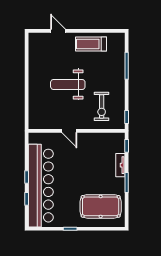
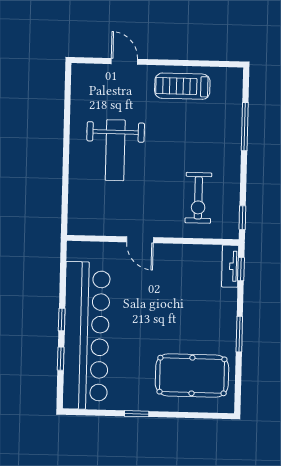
weight bench: (68, 84) -> (115, 150), moved, turned -90
tv unit: (120, 165) -> (230, 266), moved

